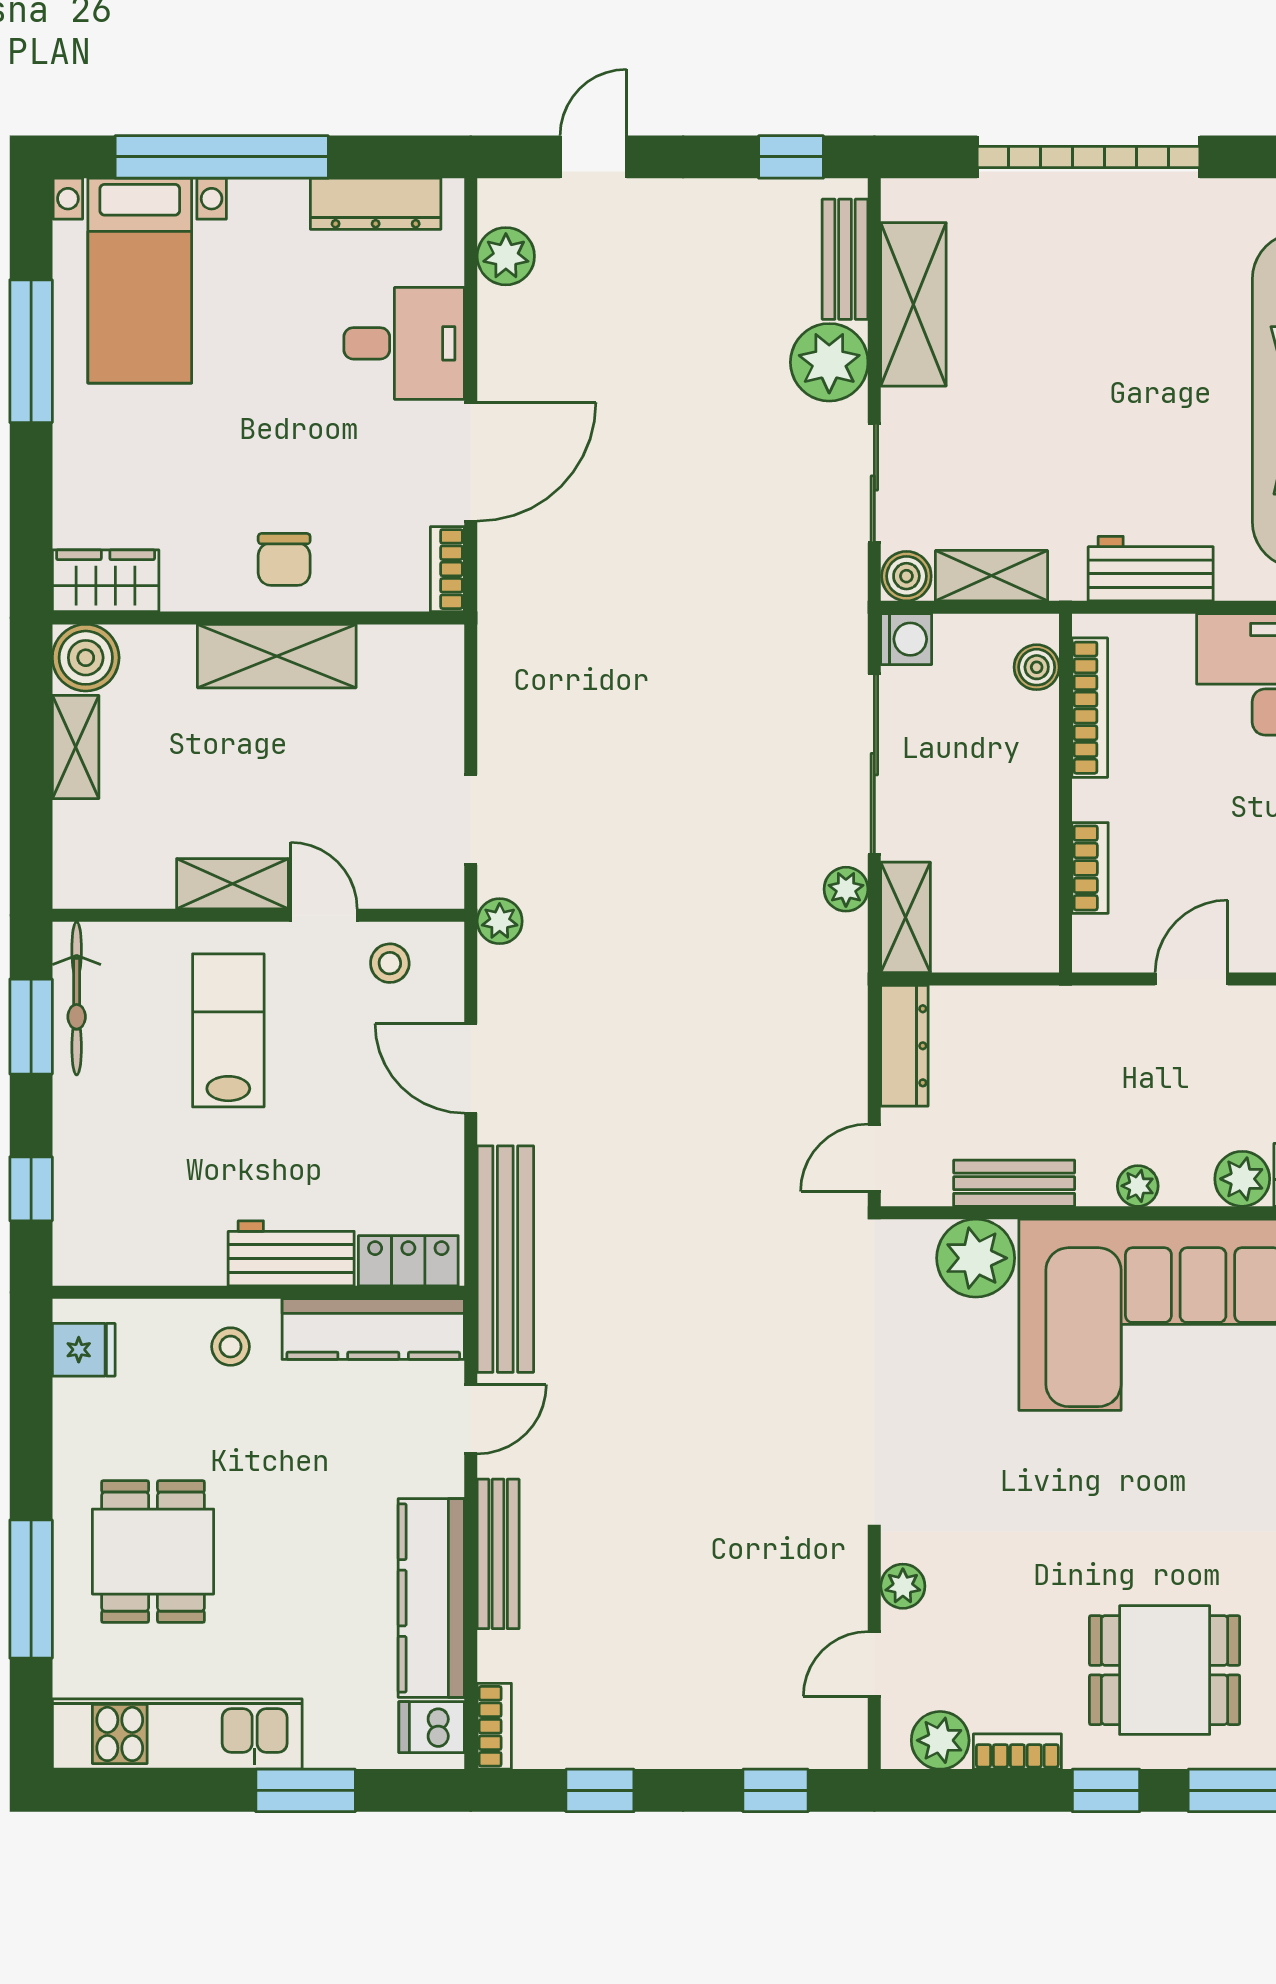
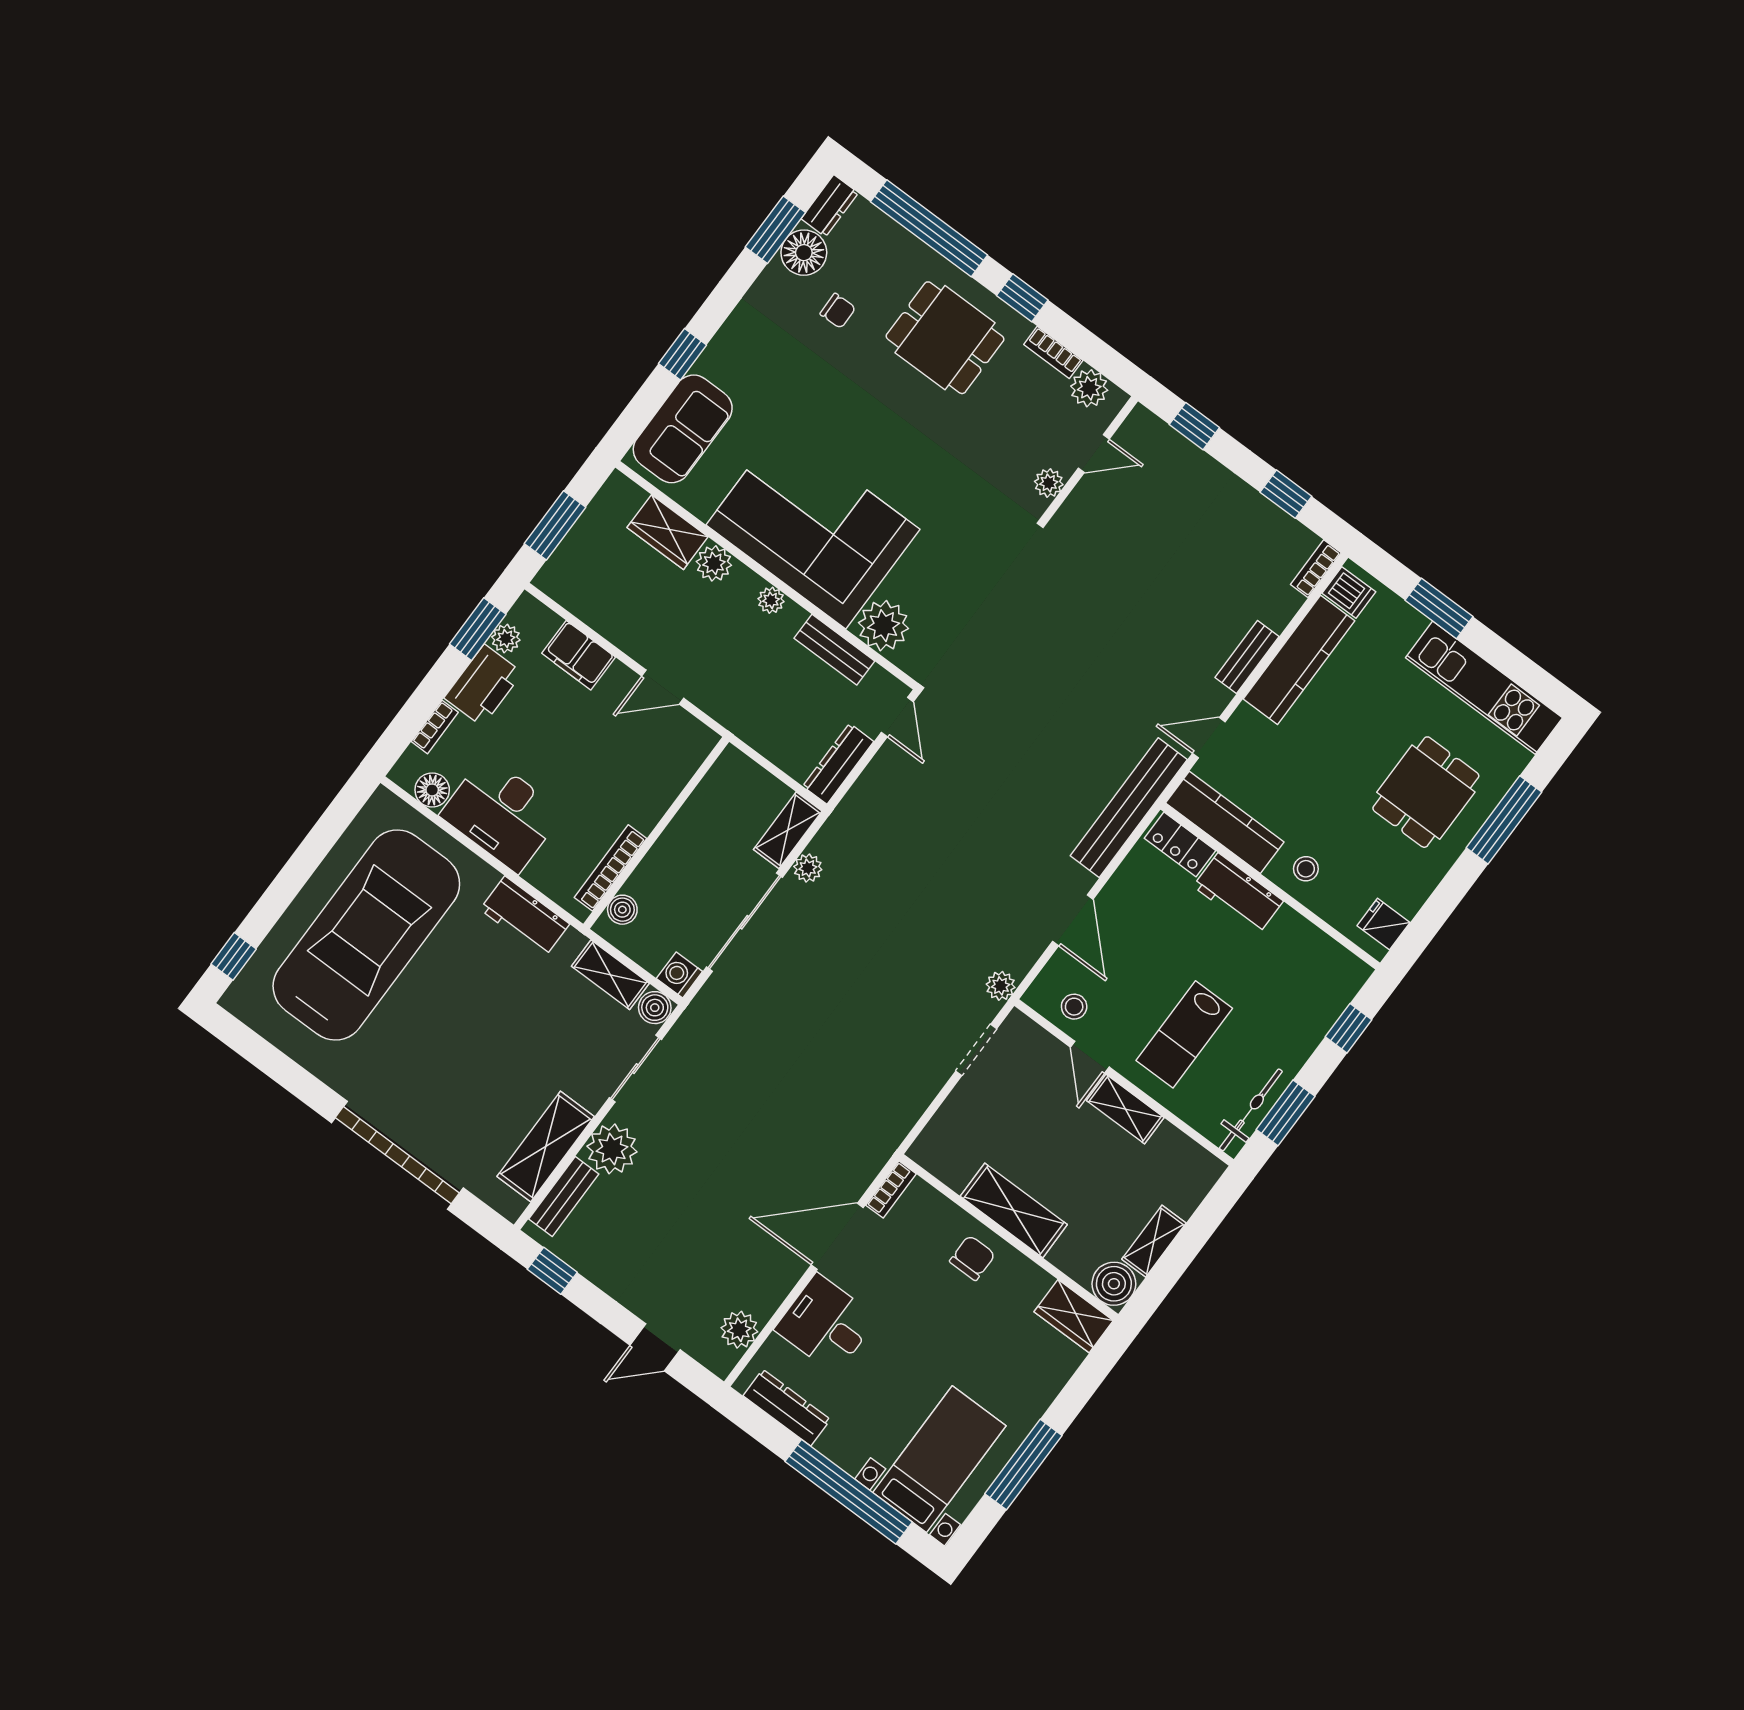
bookcase: (1090, 868) -> (672, 784), removed
door: (874, 1158) -> (897, 717), hinge flipped
bench: (498, 1554) -> (1247, 657), width x0.73

